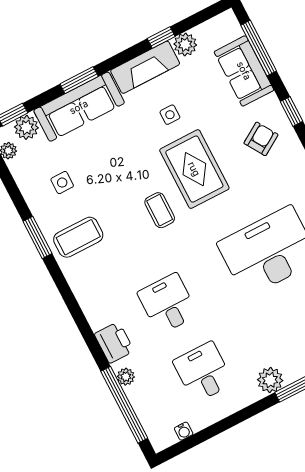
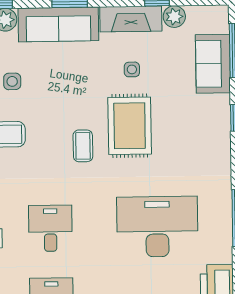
armchair: (261, 139) -> (199, 128), removed

